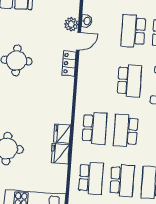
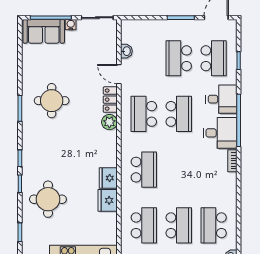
plant: (71, 24) -> (109, 122), moved
door: (79, 41) -> (119, 74), swing flipped
school desk: (126, 131) -> (144, 114), moved

